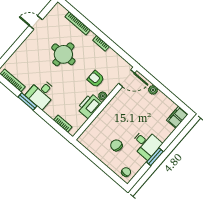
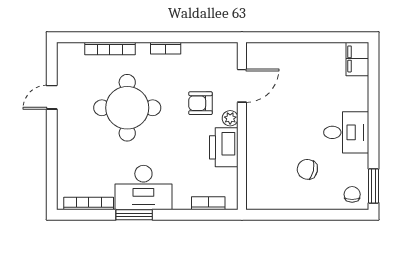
round table: (63, 54) -> (127, 108), width x1.36, depth x1.36
door: (127, 78) -> (242, 86), moved
plant: (153, 90) -> (292, 50), removed
desk: (41, 94) -> (143, 188), width x1.37
window: (155, 157) -> (374, 186), moved

